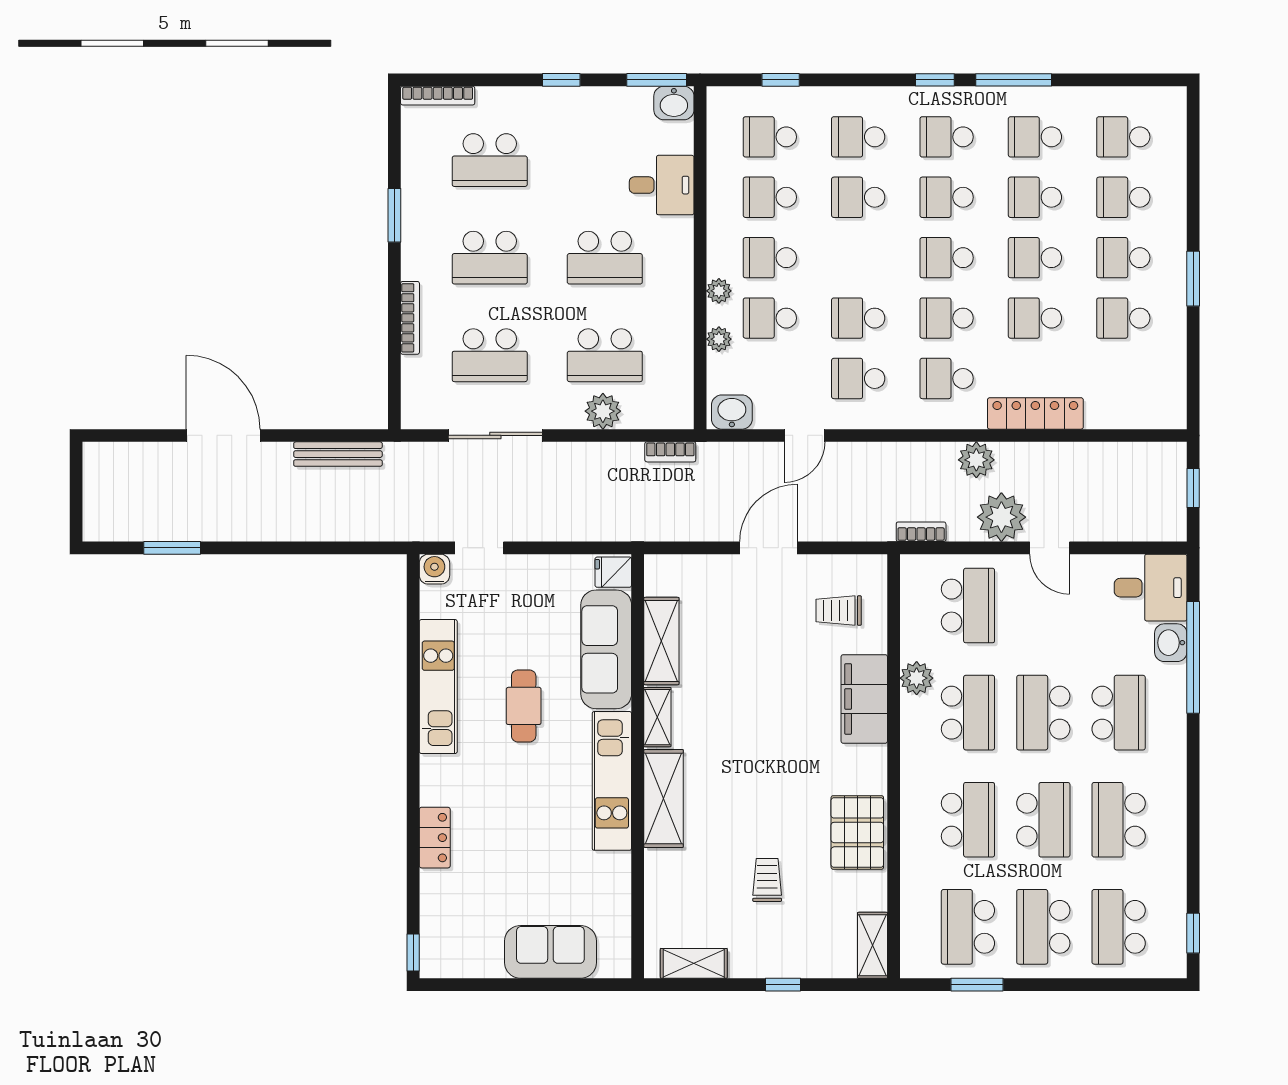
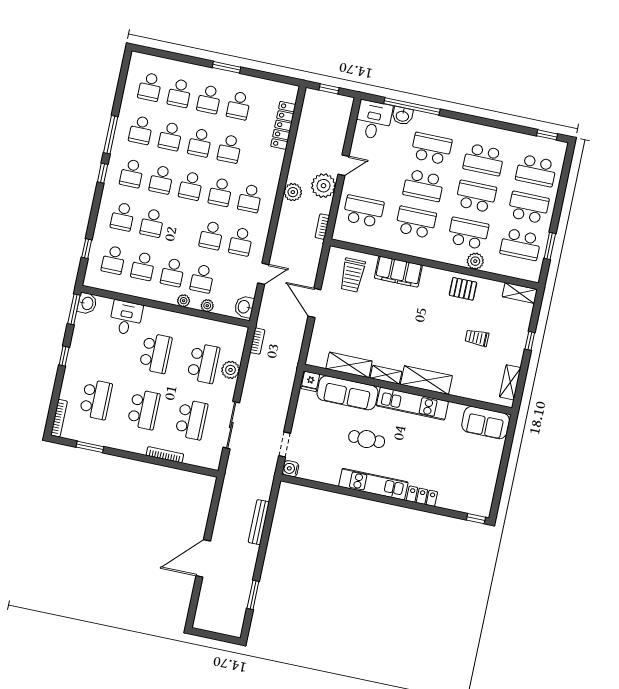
window: (394, 215) -> (90, 447), moved
locker: (1035, 413) -> (283, 125), moved
door: (804, 435) -> (263, 274), hinge flipped
bench: (338, 454) -> (259, 522), moved
trolley: (839, 611) -> (352, 275), width x1.36, depth x1.39
plant: (917, 678) -> (475, 261), moved
kitchen unit: (438, 687) -> (373, 484), moved
pallet: (857, 832) -> (463, 289), width x0.67, depth x0.71
school desk: (1043, 927) -> (528, 207), turned 180
sofa: (550, 952) -> (486, 423), moved, turned -90

